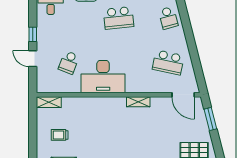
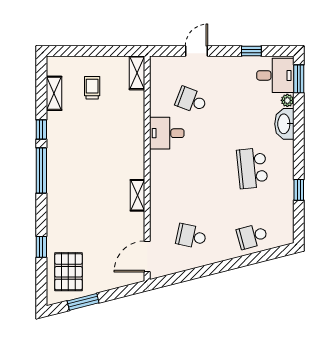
window: (33, 34) -> (251, 51), moved
school desk: (168, 62) -> (191, 236), width x0.54
desk: (103, 77) -> (167, 133), width x0.53, depth x0.77
window: (210, 119) -> (83, 302), moved

